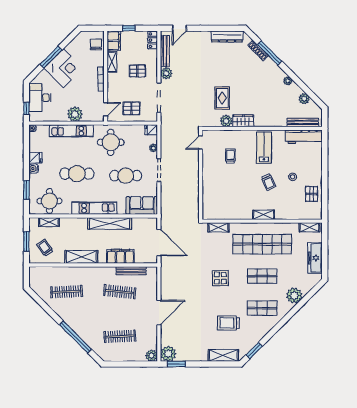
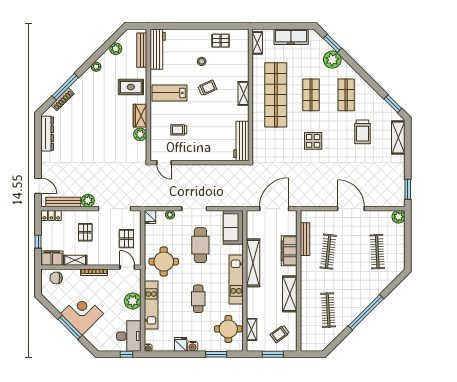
desk: (40, 98) -> (129, 336), moved, turned -90
rug: (222, 98) -> (131, 87), moved
cafe table: (77, 174) -> (198, 299), width x0.73, depth x0.74
workbench: (220, 213) -> (241, 141), added
shelving: (218, 227) -> (257, 143), removed
window: (309, 296) -> (332, 43), added
window: (75, 337) -> (366, 312), moved
plant: (168, 354) -> (396, 198), removed

